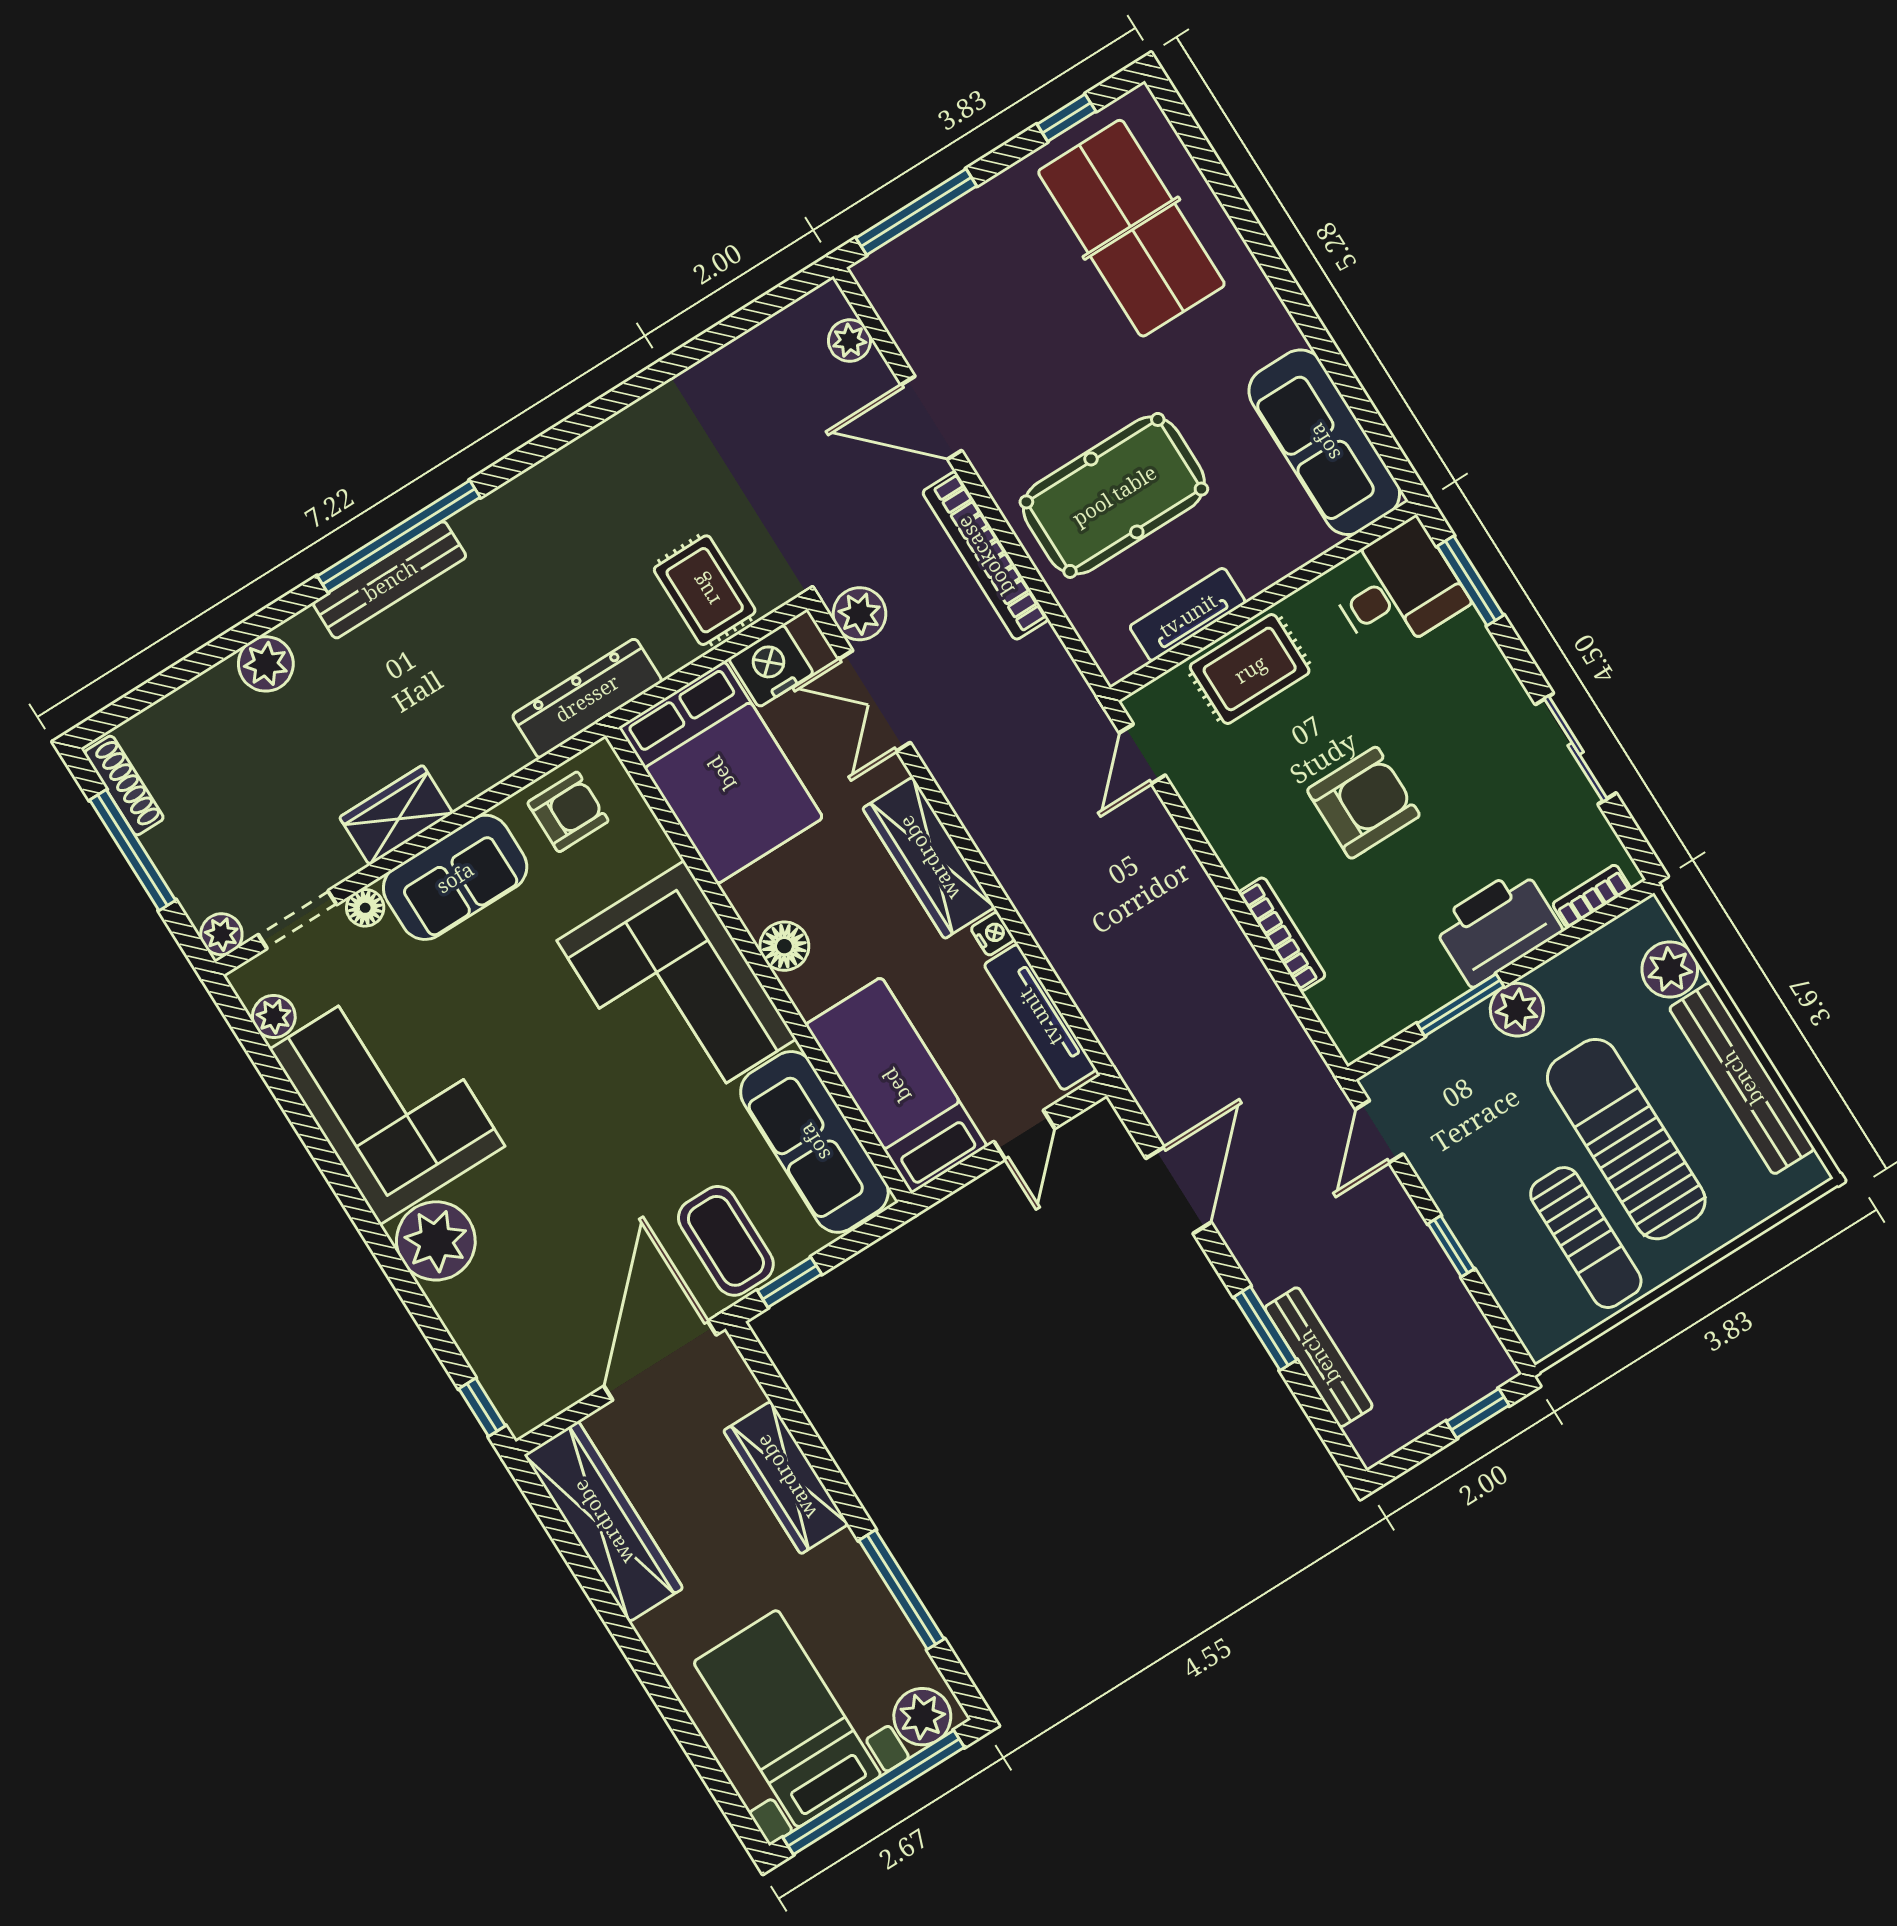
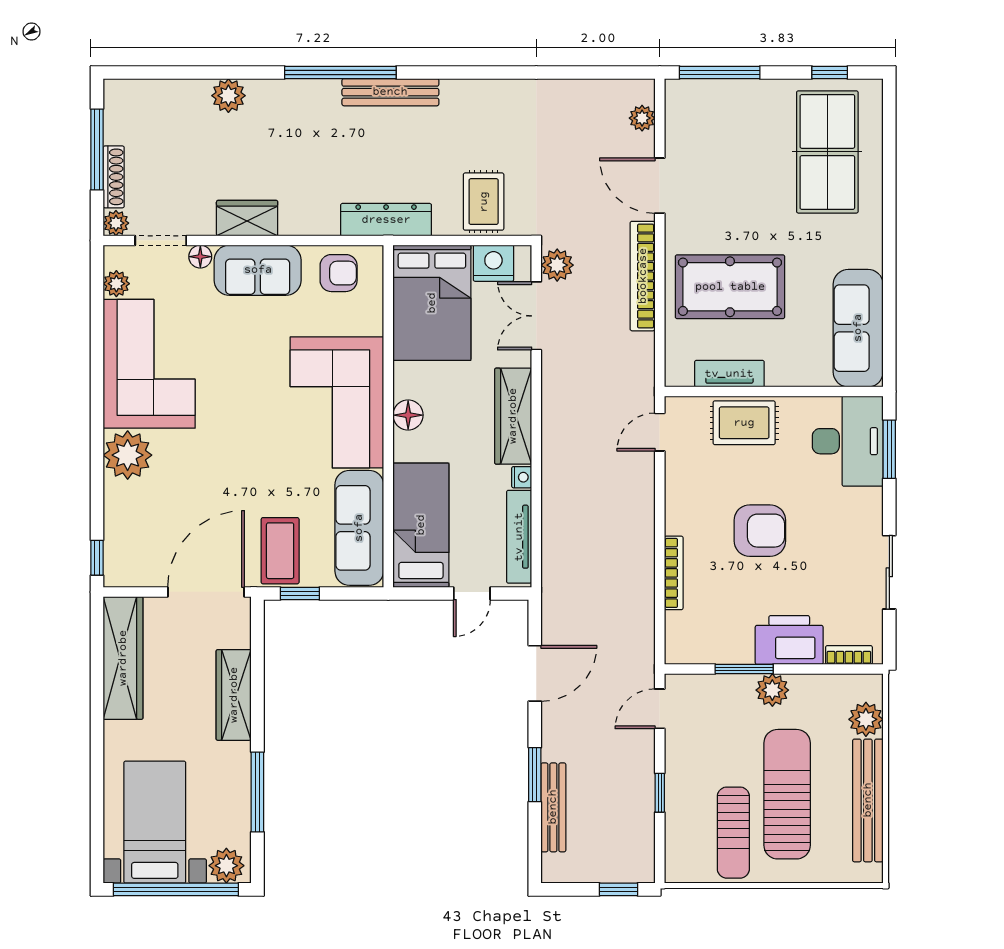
bench: (390, 580) -> (390, 92), moved
desk: (1396, 589) -> (848, 441), width x1.37
shoe rack: (124, 786) -> (114, 177), moved

